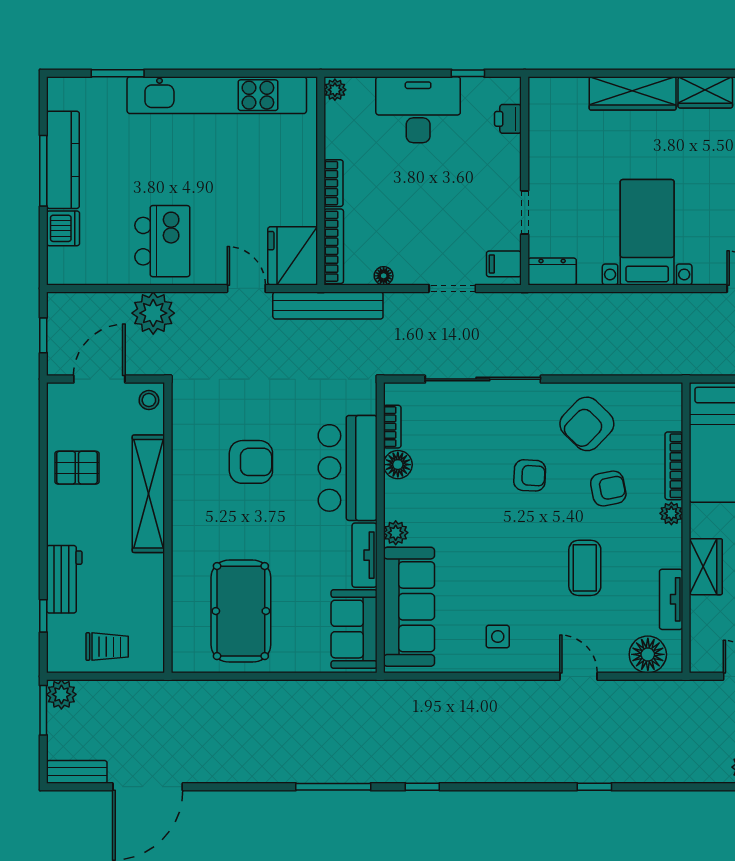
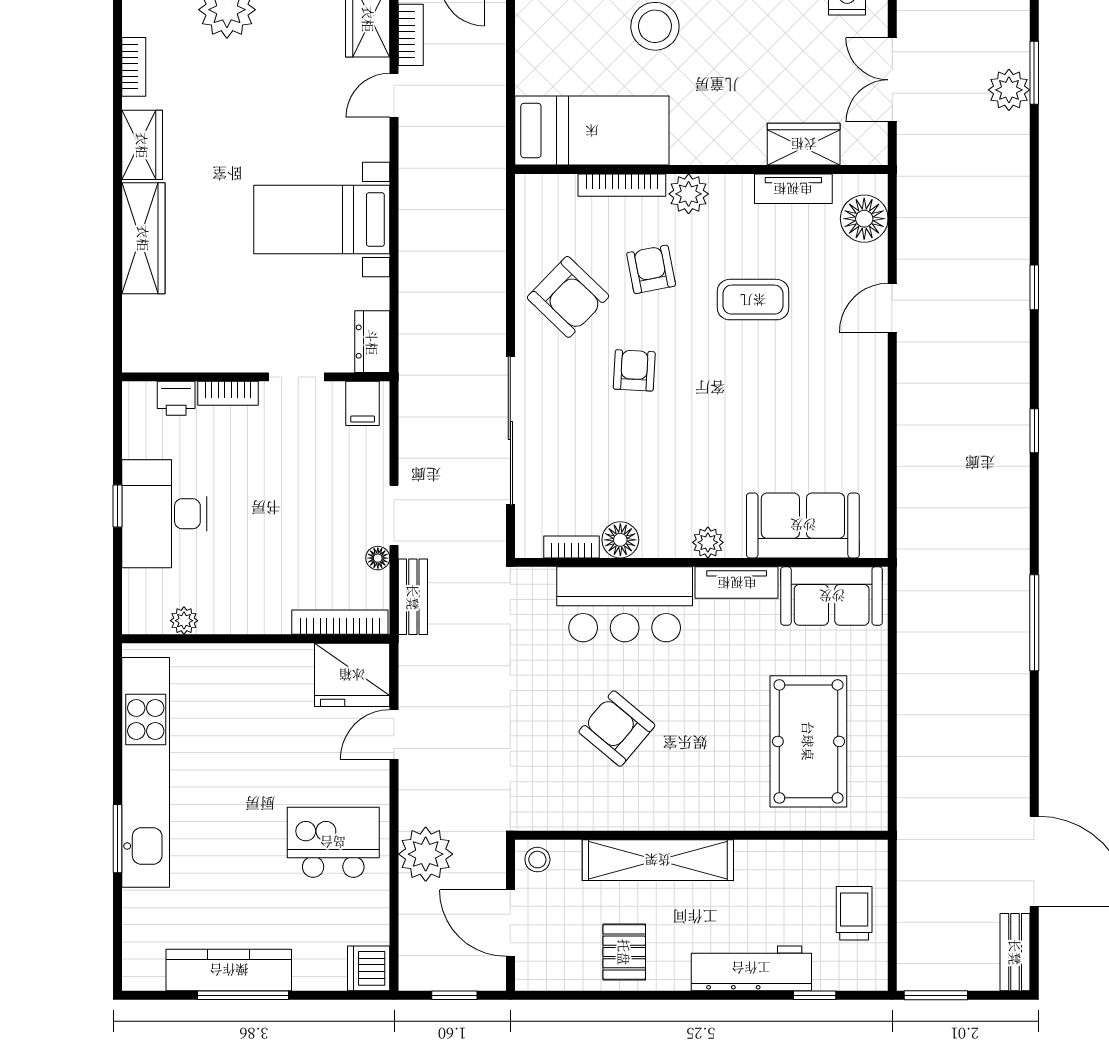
window: (118, 73) -> (118, 839), moved
window: (468, 73) -> (118, 506), moved
plant: (335, 90) -> (184, 621), moved
bookcase: (334, 183) -> (228, 393), moved, turned 180
dishwasher: (63, 228) -> (369, 968), moved, turned -90
doorway: (452, 288) -> (394, 515), moved
bench: (328, 306) -> (413, 597), width x0.54, depth x0.82
armchair: (251, 462) -> (617, 729), turned -50
plant: (671, 513) -> (689, 194), width x1.38, depth x1.38
wardrobe: (706, 567) -> (804, 144), moved
workbench: (64, 579) -> (751, 968), width x1.38
sofa: (409, 607) -> (803, 525), width x0.73
pool table: (241, 611) -> (808, 741), turned 90
side table: (498, 637) -> (841, 411), removed
plant: (61, 694) -> (916, 972), removed
window: (422, 787) -> (1034, 431), moved

